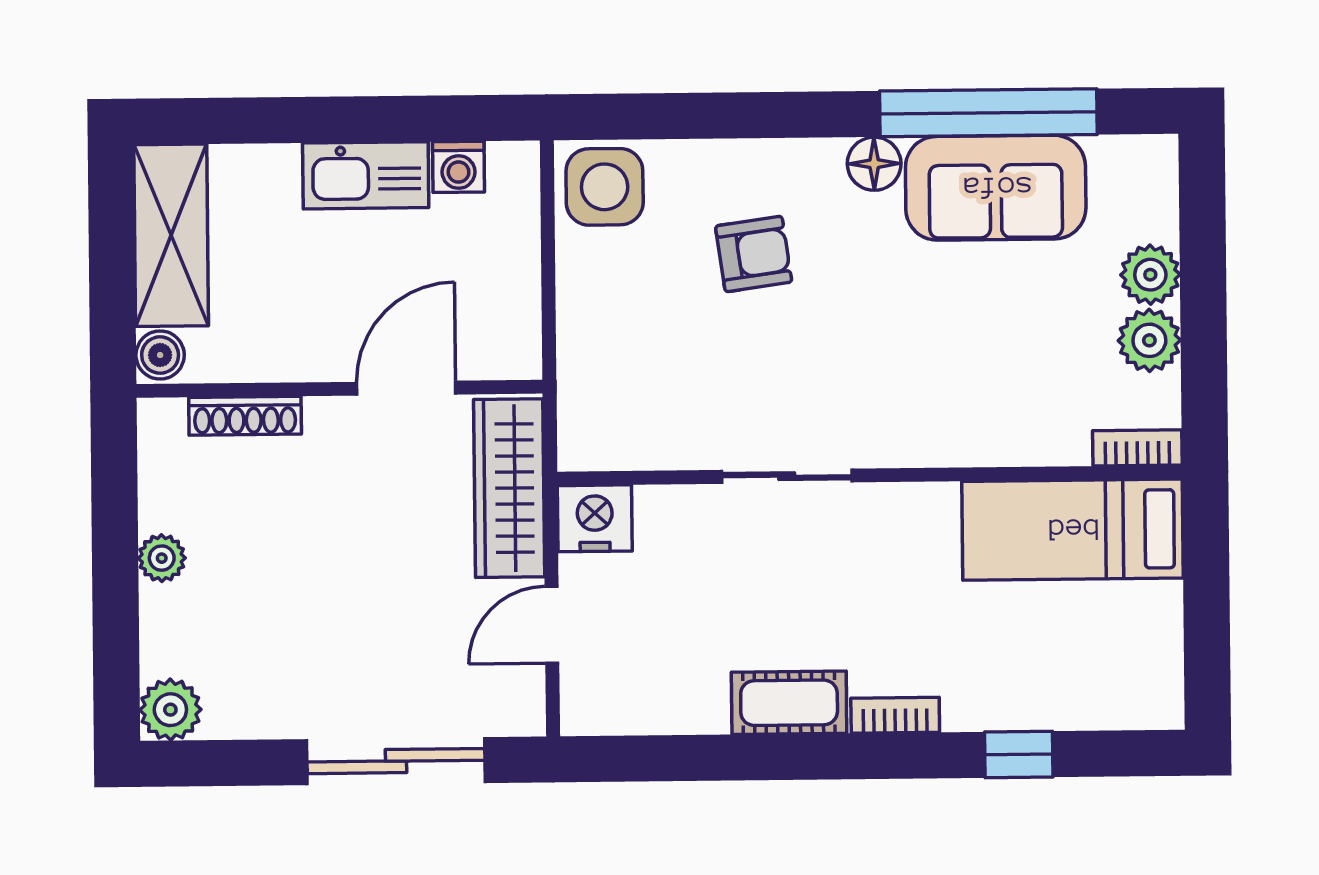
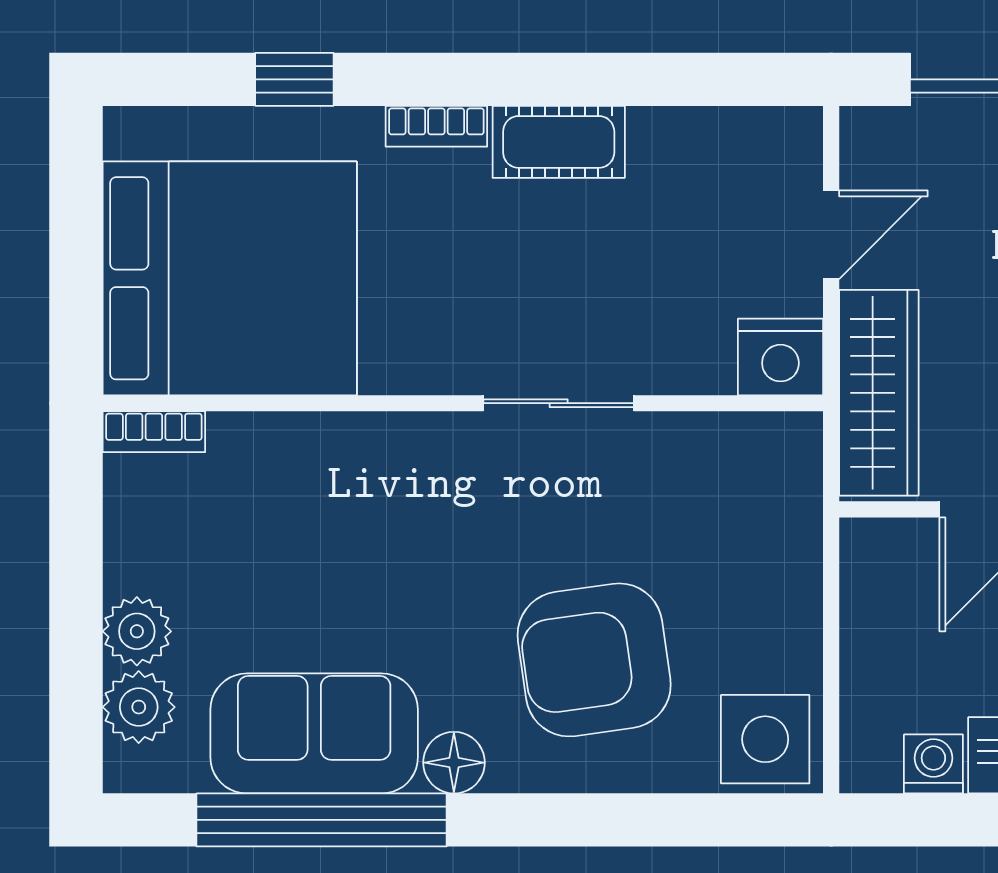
armchair: (754, 254) -> (594, 660), width x1.88, depth x1.88
plant: (1149, 340) -> (139, 707), moved
bed: (1072, 530) -> (230, 278), width x2.04

